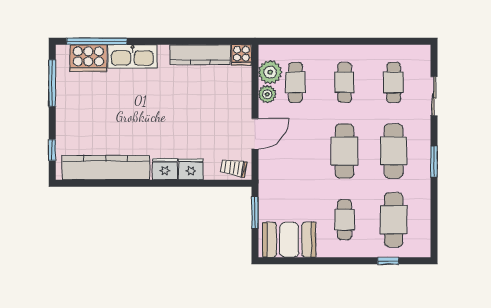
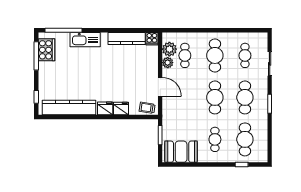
cooker: (88, 58) -> (46, 50), moved, turned -90
cafe table: (344, 82) -> (215, 55), width x1.37, depth x1.35
door: (255, 134) -> (160, 87), hinge flipped

